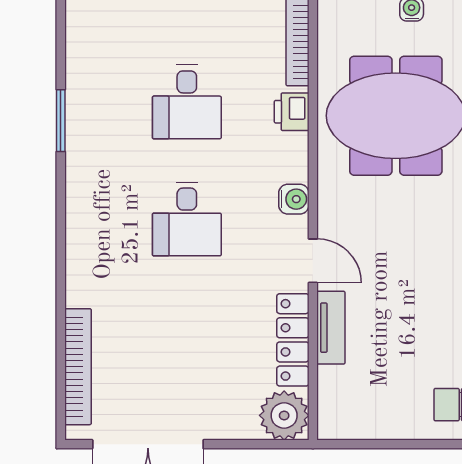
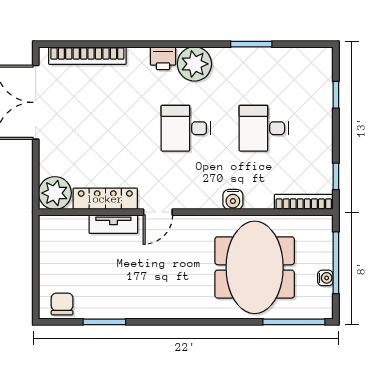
printer: (292, 112) -> (163, 58), moved, turned 180
water cooler: (294, 199) -> (233, 199), moved
plant: (90, 206) -> (194, 64), added

